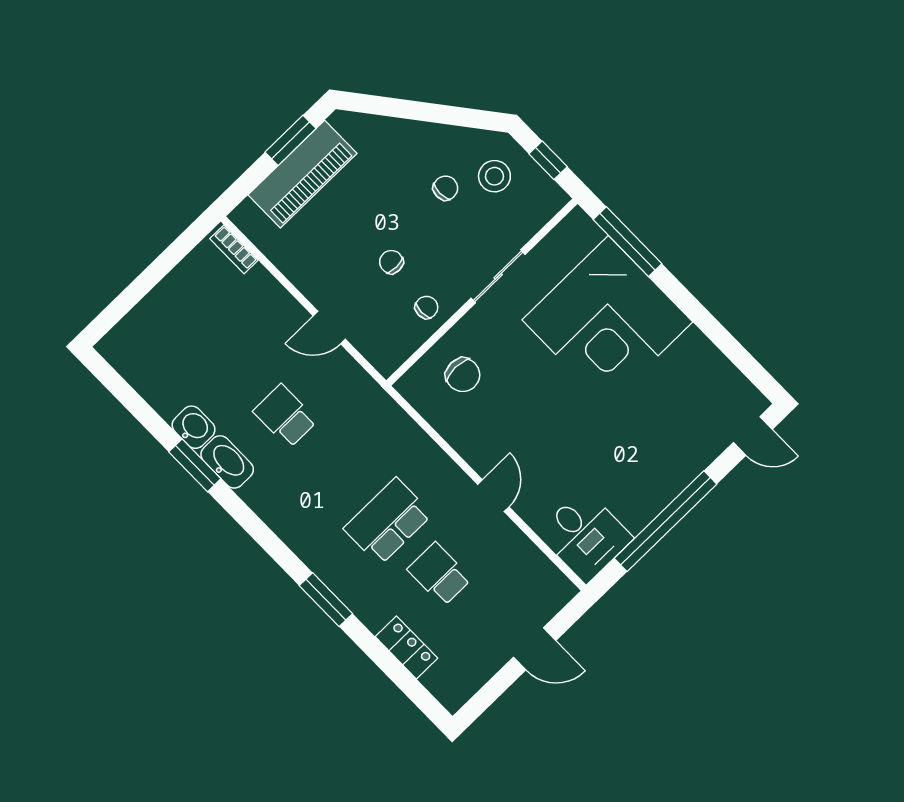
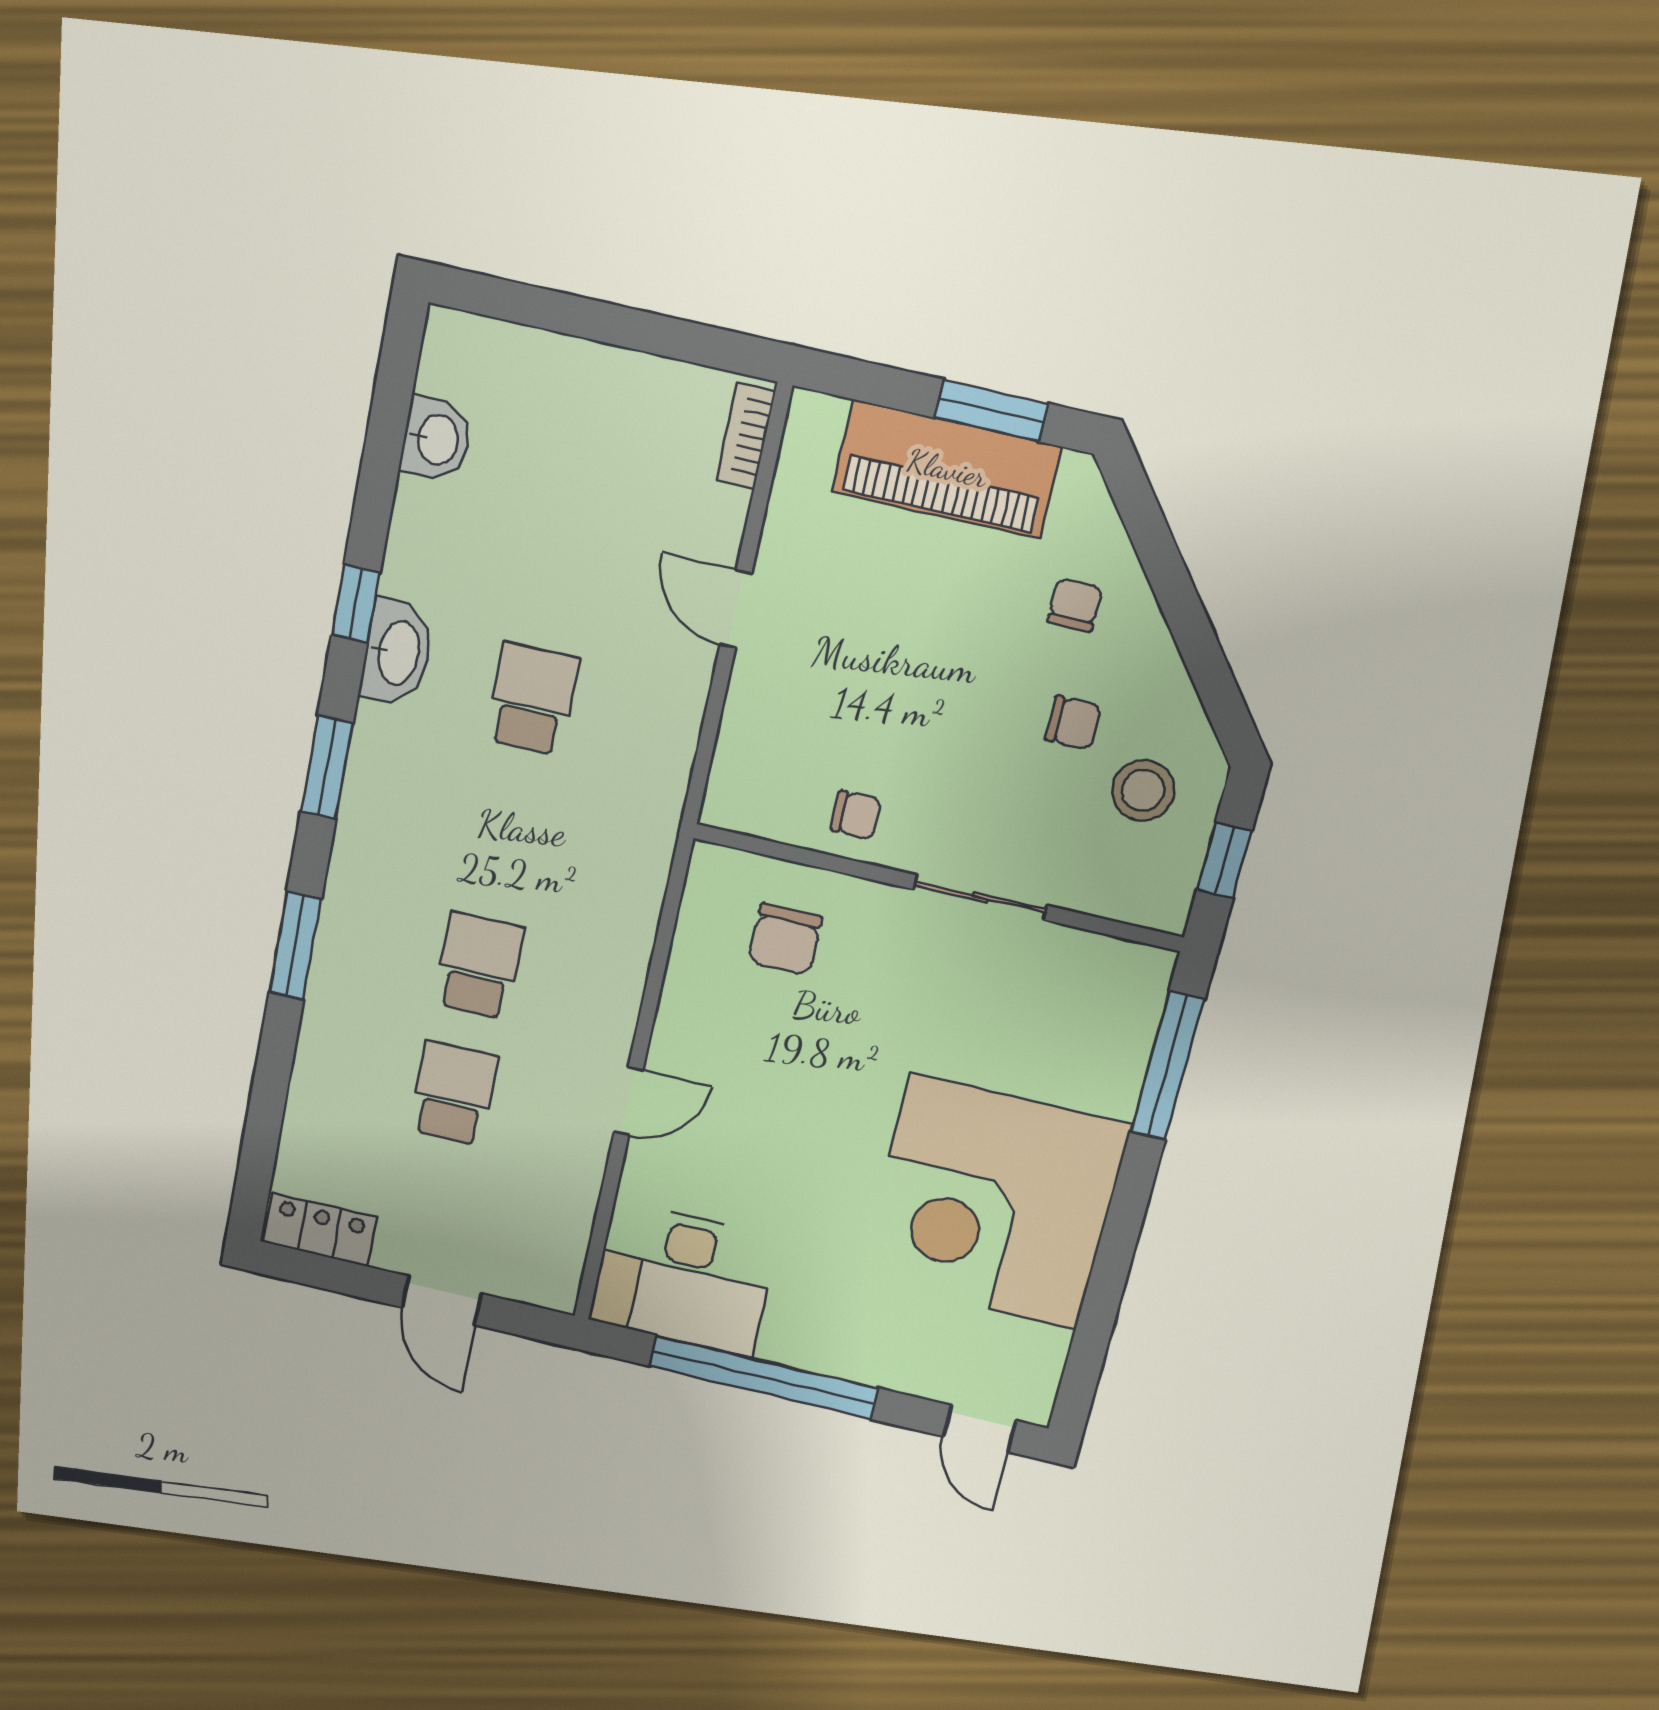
chair: (391, 262) -> (1075, 605), moved
corner desk: (607, 321) -> (994, 1202), moved
door: (329, 328) -> (736, 609), moved
washbasin: (194, 427) -> (436, 439), moved
window: (195, 465) -> (356, 604), width x0.67
school desk: (388, 521) -> (479, 966), width x0.54
window: (256, 528) -> (327, 767), added
desk: (585, 536) -> (683, 1279), width x1.37
locker: (406, 647) -> (320, 1230), moved, turned -90

